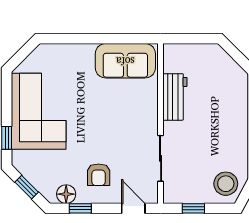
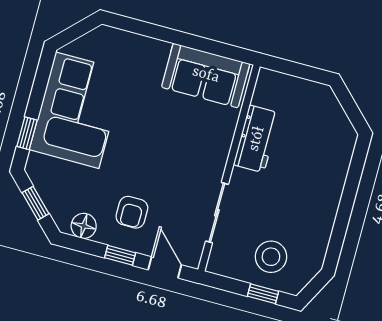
stool: (226, 184) -> (271, 257), moved
window: (80, 208) -> (120, 255), moved
window: (193, 208) -> (263, 294), moved

